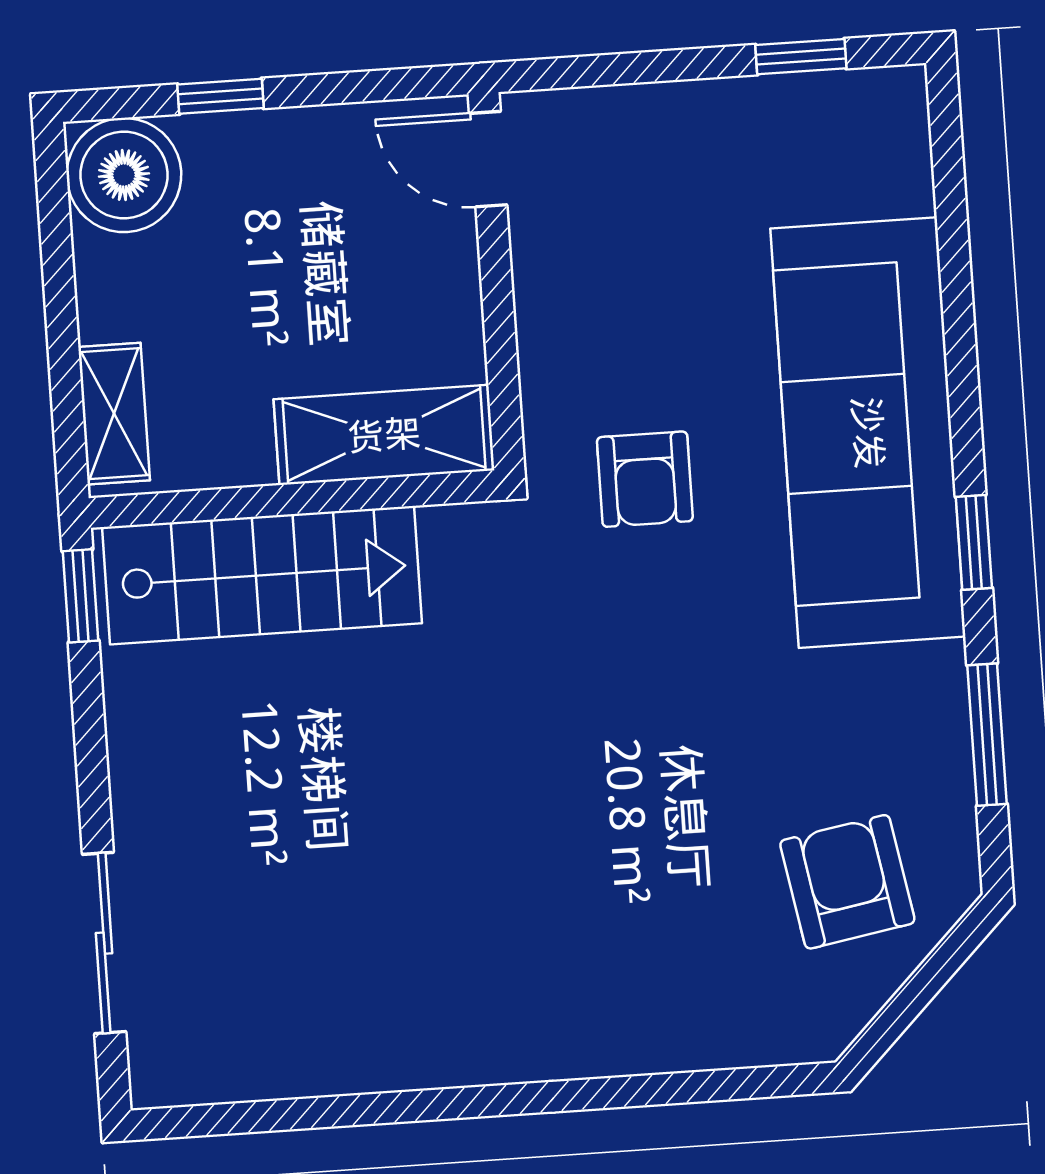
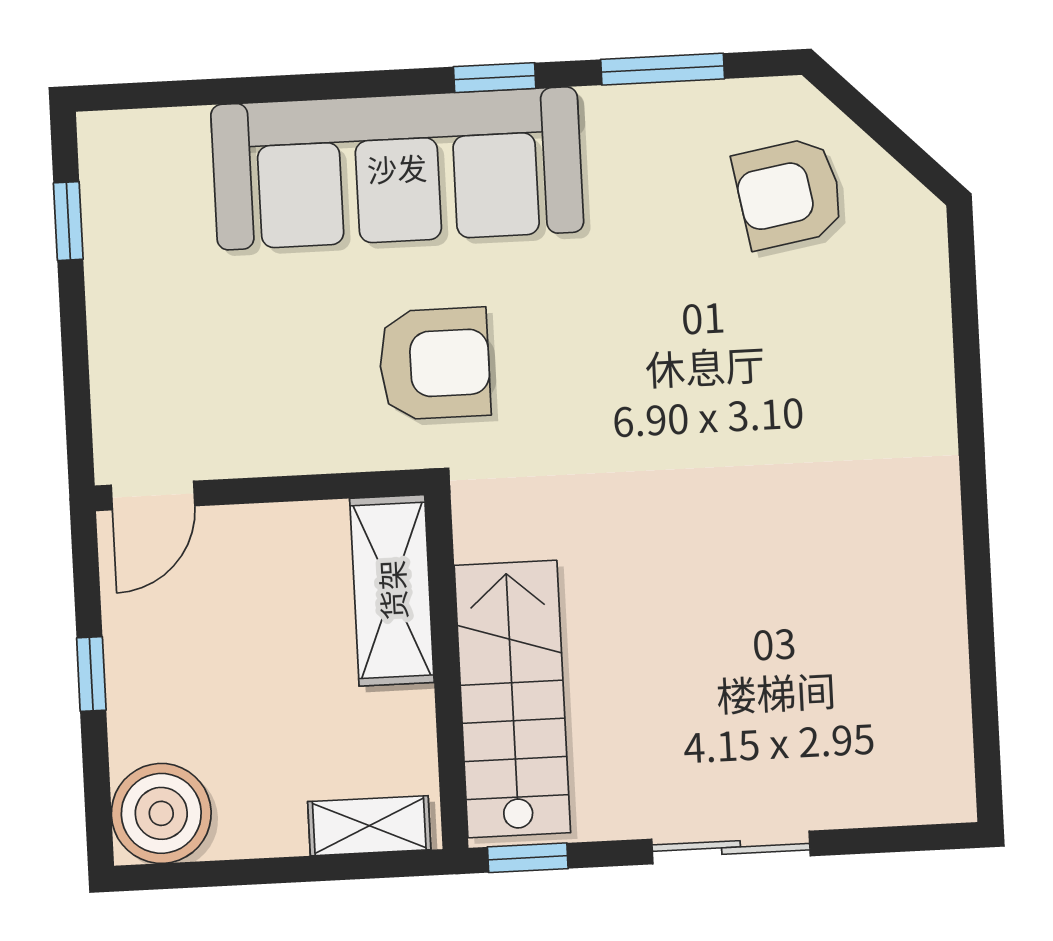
window: (221, 96) -> (91, 674), moved
armchair: (645, 479) -> (434, 364), width x1.38, depth x1.38
sliding door: (104, 943) -> (731, 847), moved

